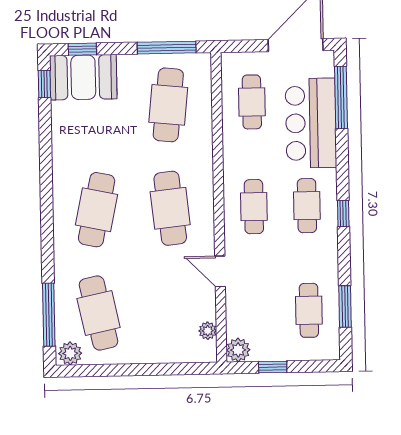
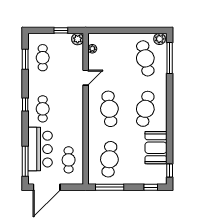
booth: (83, 77) -> (156, 148), moved, turned 90
cafe table: (254, 207) -> (69, 109), removed
door: (220, 271) -> (86, 78), hinge flipped

